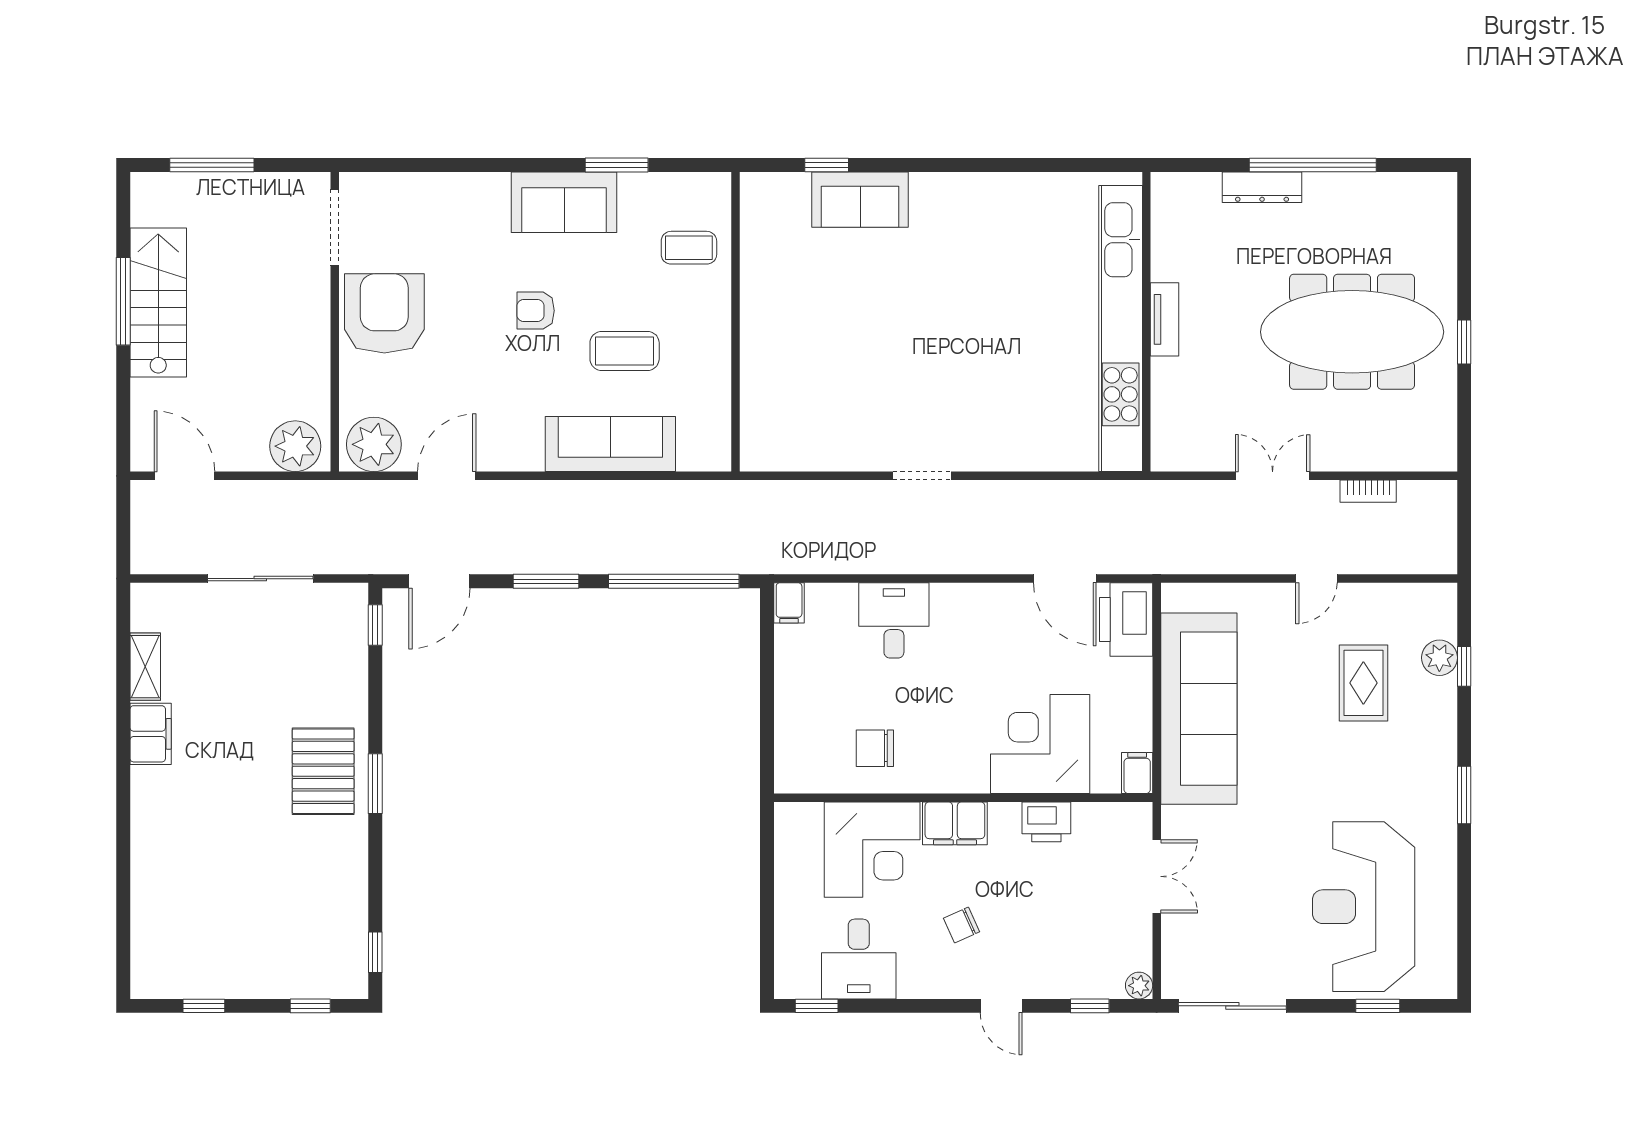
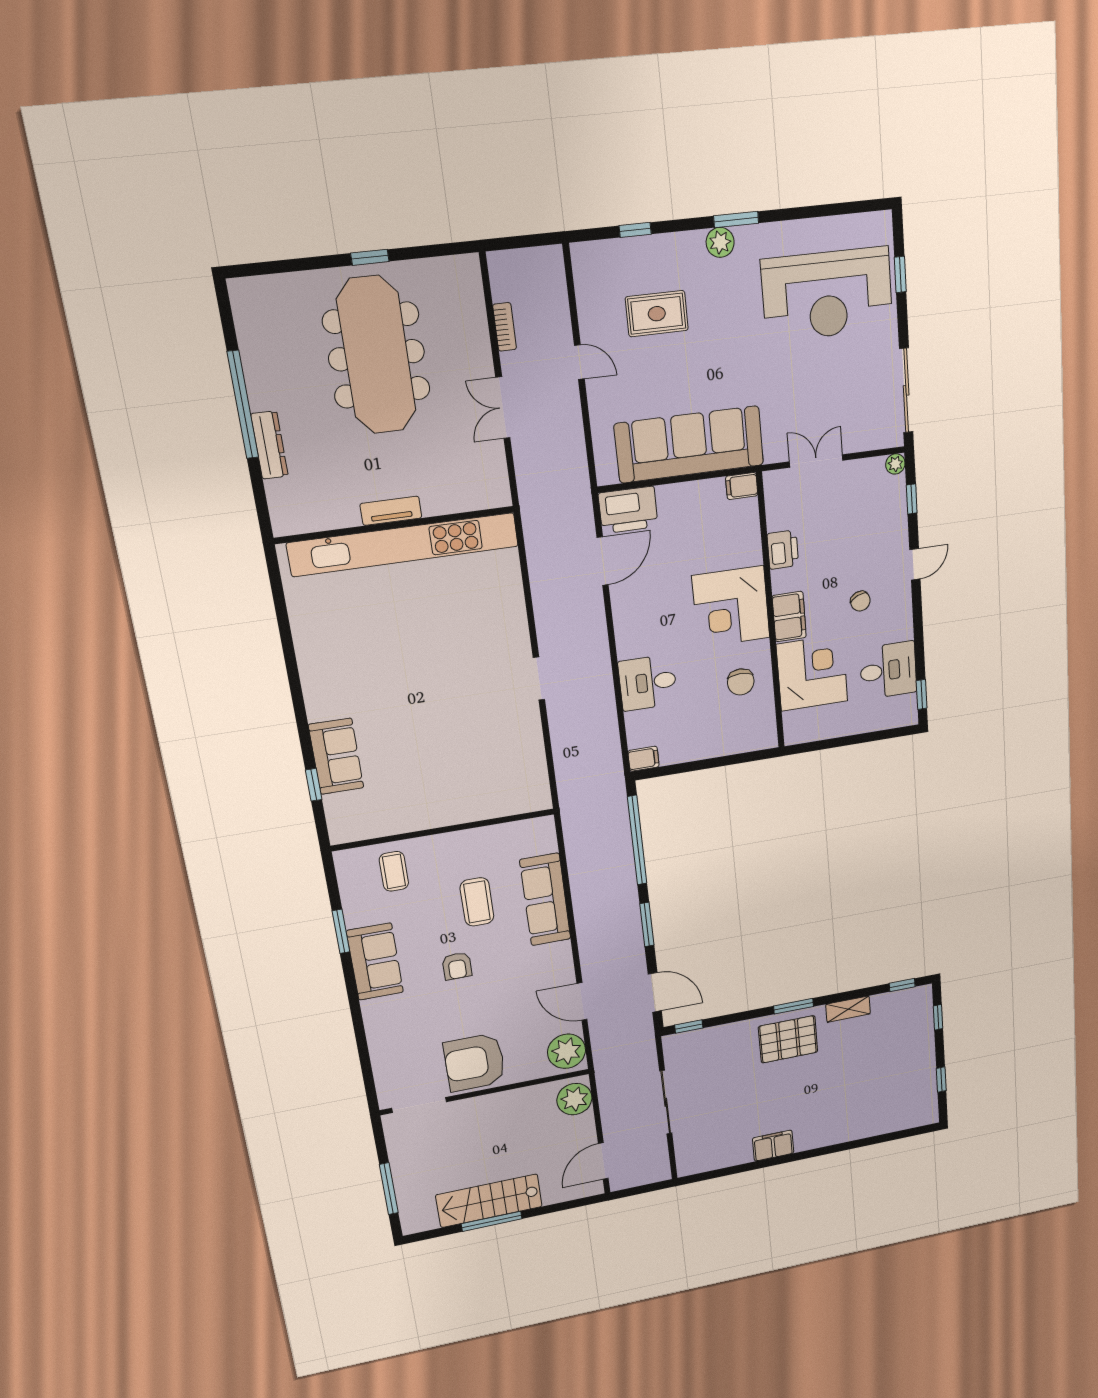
plant: (1439, 658) -> (720, 242), moved
shelving: (145, 667) -> (848, 1009), moved
corner desk: (1040, 744) -> (731, 607), moved

